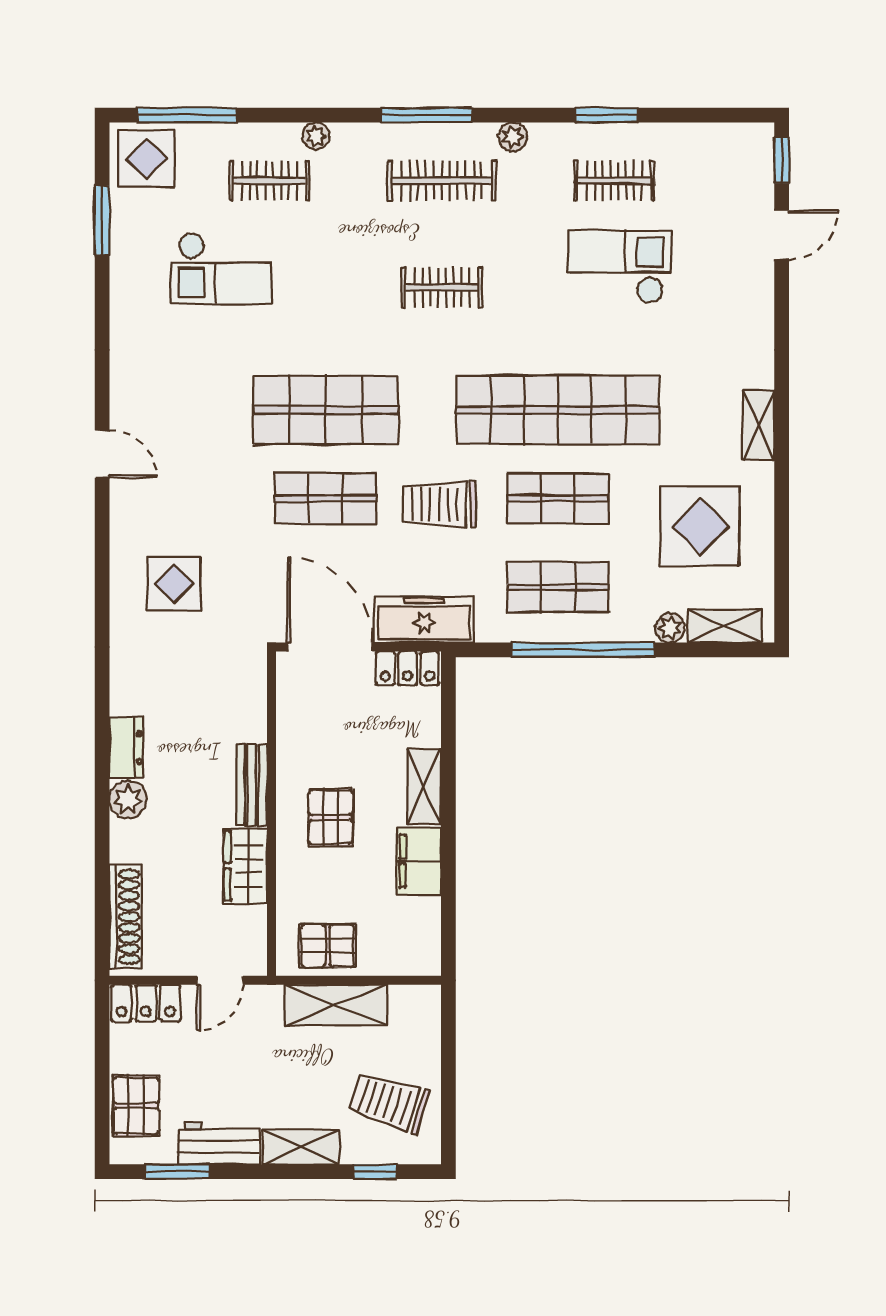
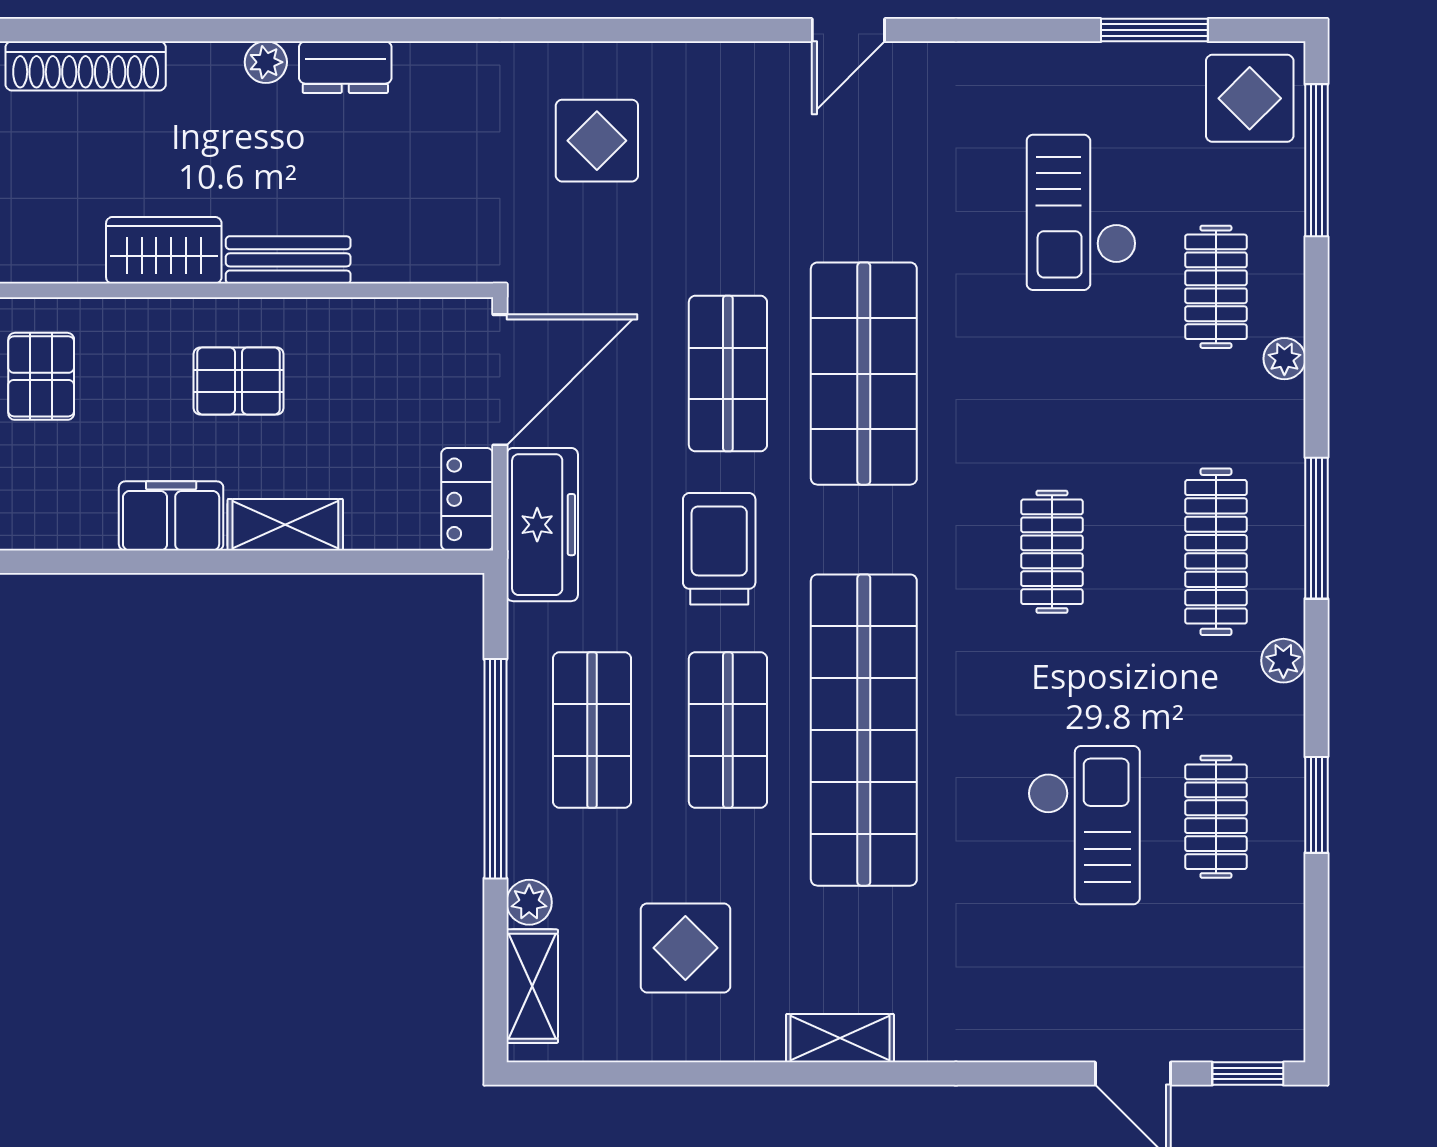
door: (102, 454) -> (848, 30), moved
display table: (700, 526) -> (685, 948), width x0.73, depth x0.73
plant: (128, 799) -> (266, 62), width x0.73, depth x0.73

